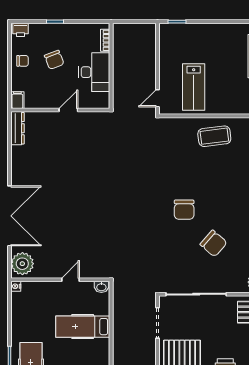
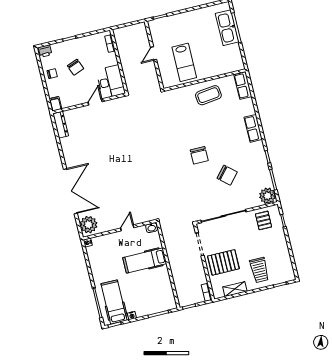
desk: (94, 72) -> (111, 82), moved
door: (157, 98) -> (154, 53), moved

